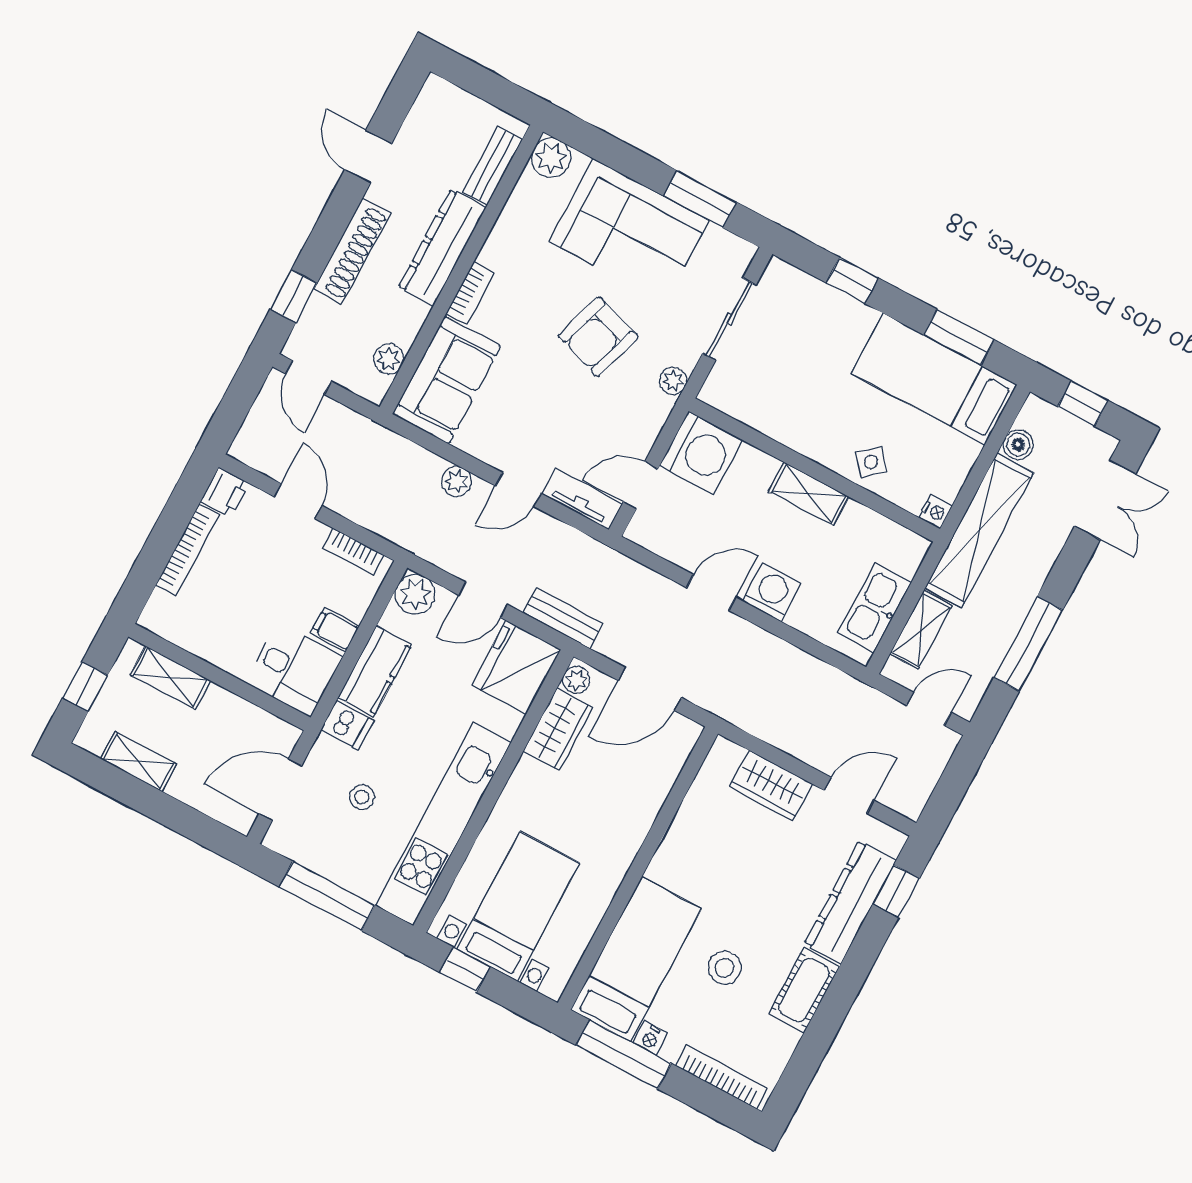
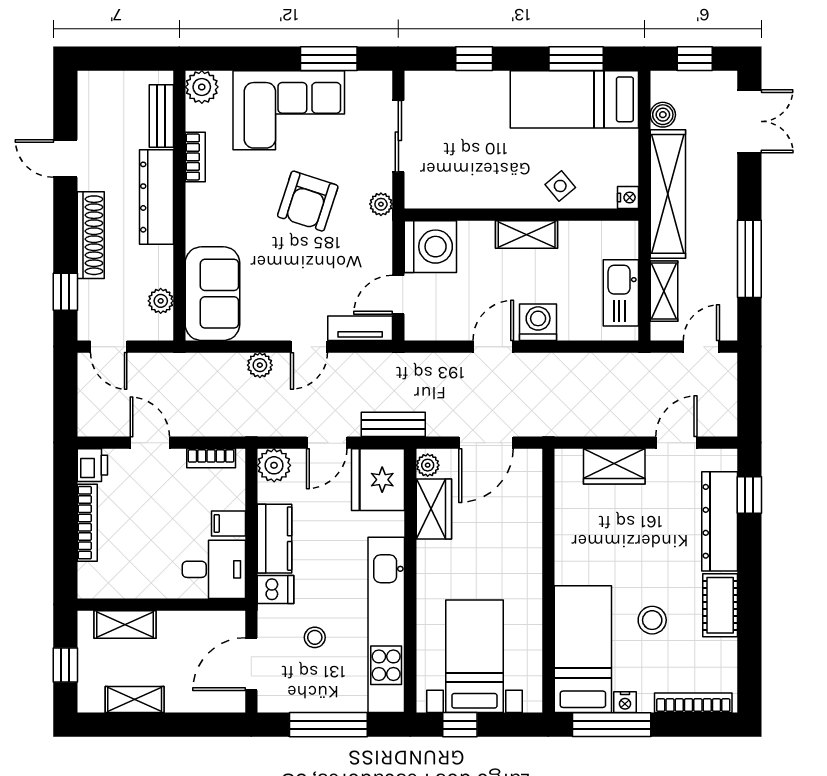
bookcase: (470, 293) -> (195, 157), moved

